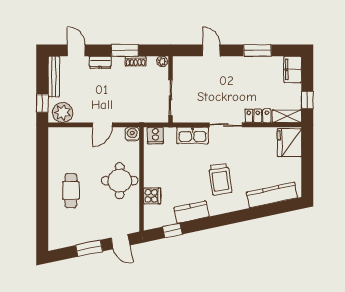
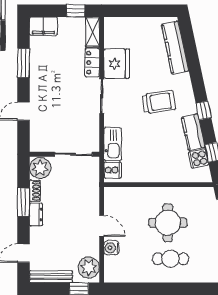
dresser: (100, 62) -> (36, 214), moved
plant: (162, 62) -> (40, 168), width x1.87, depth x1.87
water cooler: (132, 134) -> (111, 248), moved
kitchen sink: (193, 135) -> (113, 144), moved
fridge: (289, 143) -> (117, 64), moved, turned -90
round table: (120, 181) -> (168, 223), moved
cooker: (152, 196) -> (198, 159), moved, turned -102
window: (212, 222) -> (204, 110), added

